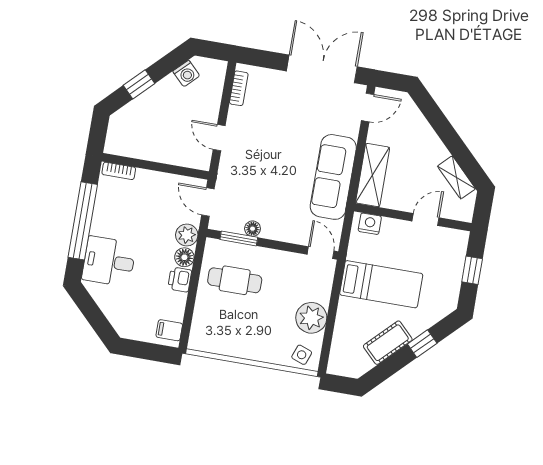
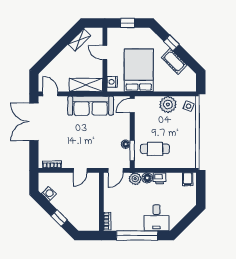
cafe table: (235, 280) -> (155, 149), turned 90
bed: (381, 284) -> (139, 70), width x1.50

